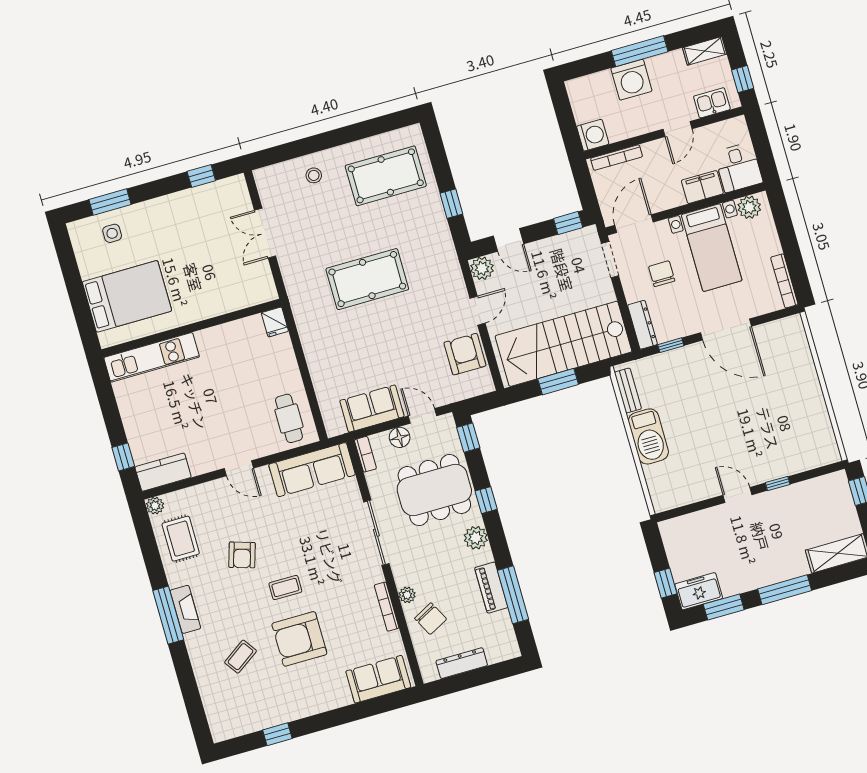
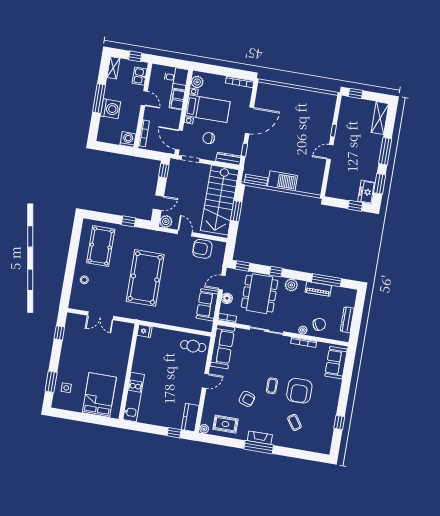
pool table: (367, 279) -> (145, 278), width x1.36, depth x1.32

